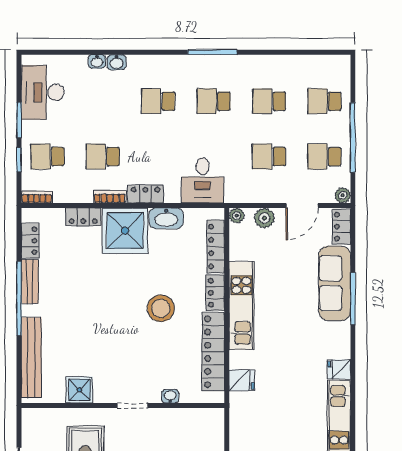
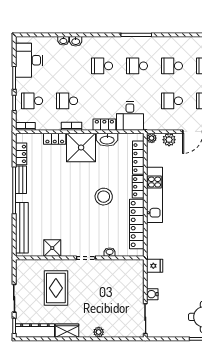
locker: (145, 194) -> (104, 125), moved
fridge: (242, 380) -> (155, 266), moved

